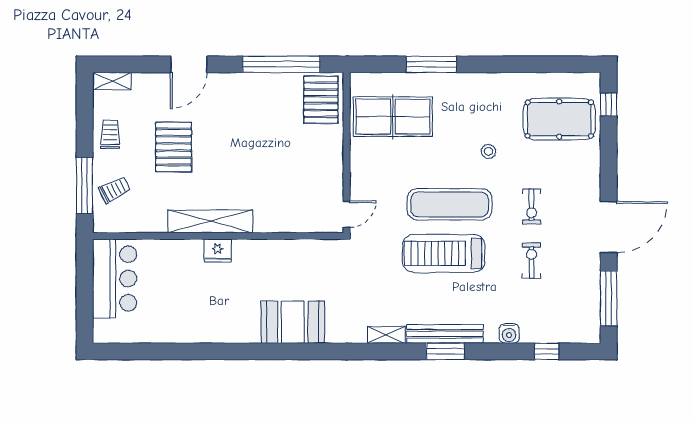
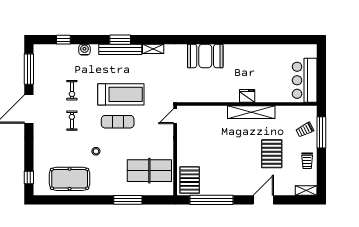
pool table: (559, 119) -> (70, 179), moved
exercise mat: (450, 204) -> (118, 122), width x0.73, depth x0.69

